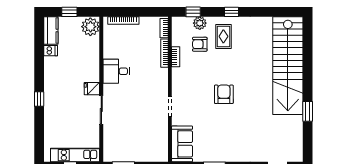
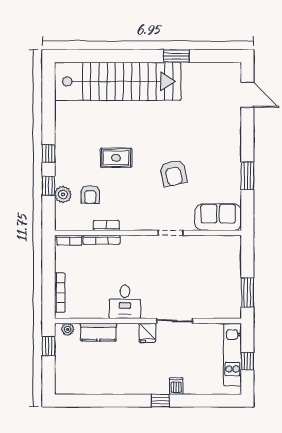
window: (69, 12) -> (49, 346), moved
window: (193, 12) -> (49, 186), moved
plant: (90, 27) -> (68, 329), width x0.53, depth x0.53
kitchen counter: (51, 30) -> (98, 332), moved, turned 180
rug: (223, 36) -> (116, 158), moved
dishwasher: (51, 51) -> (176, 386), moved
armchair: (224, 94) -> (173, 173), moved, turned -101

